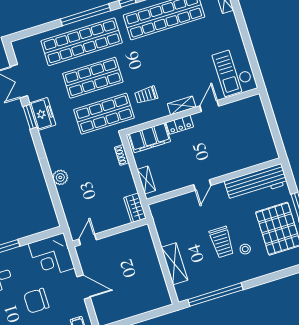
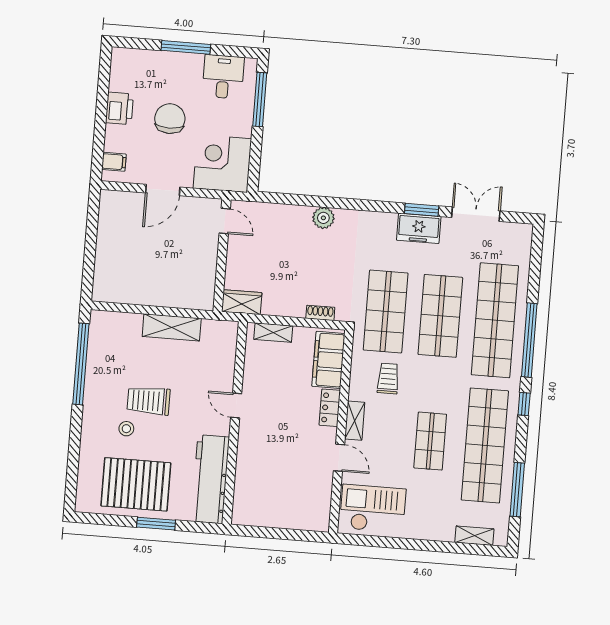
shop shelf: (175, 52) -> (430, 441), added
shelving: (175, 264) -> (172, 327), moved

